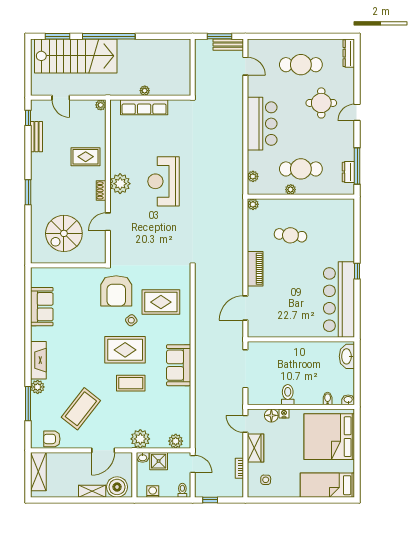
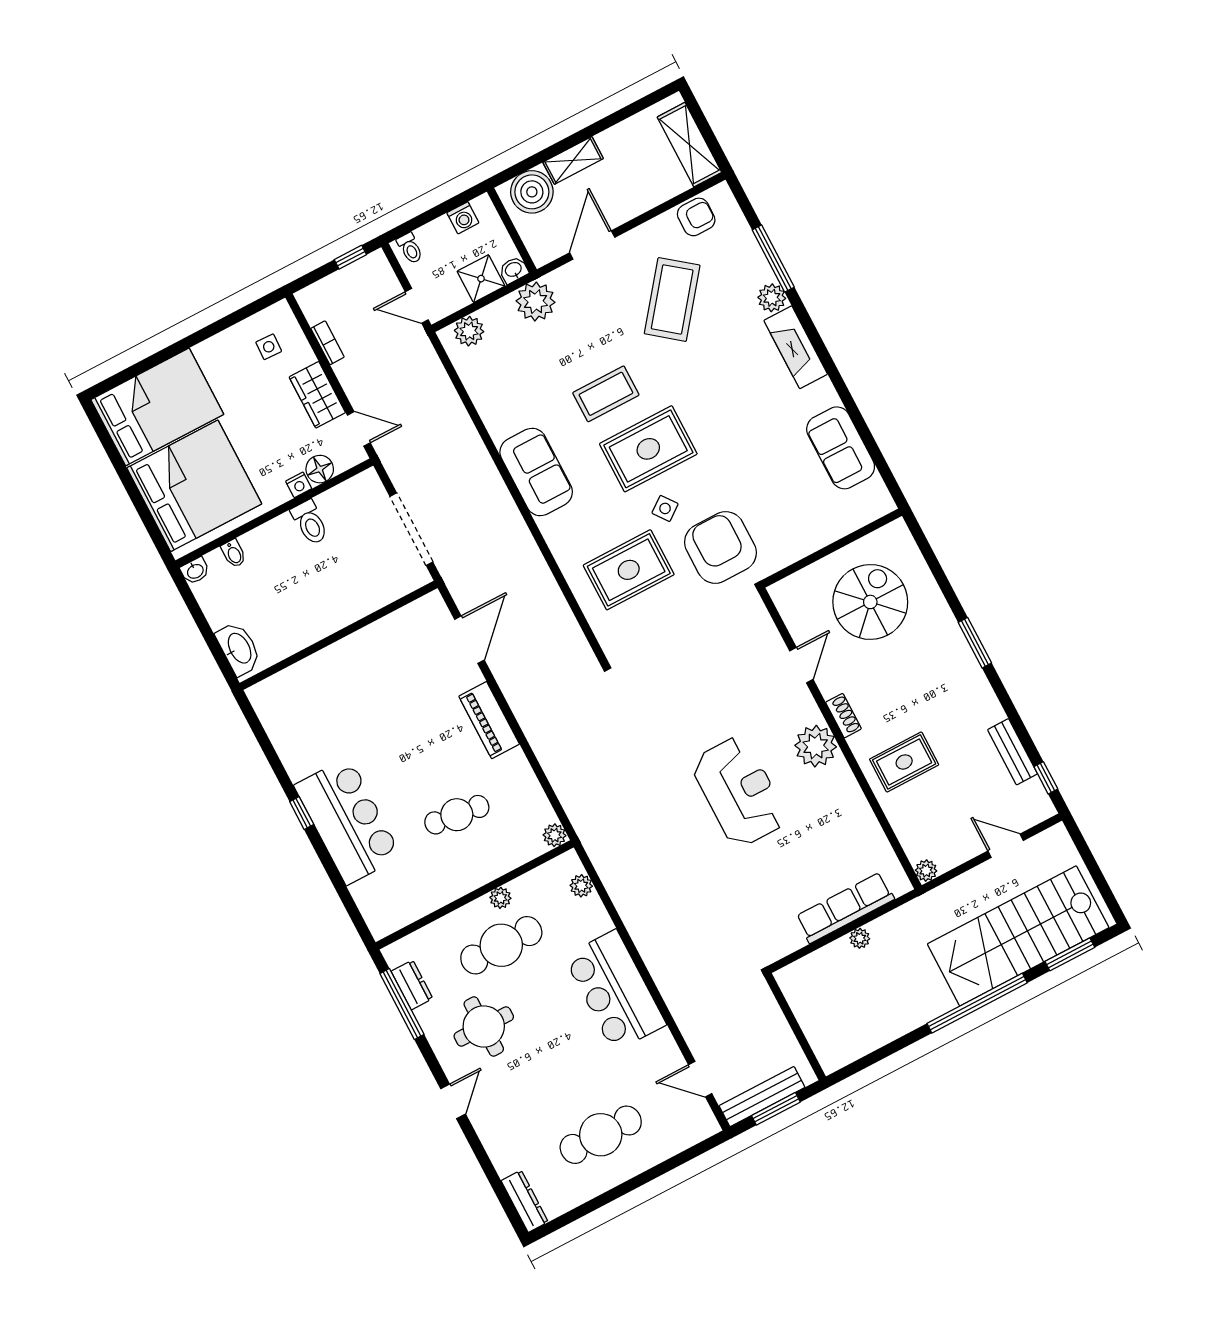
bench: (228, 45) -> (762, 1097), width x1.36
round table: (321, 103) -> (484, 1026), moved
bar counter: (339, 300) -> (348, 821), moved, width x0.73
bed: (327, 485) -> (157, 407), width x1.50

